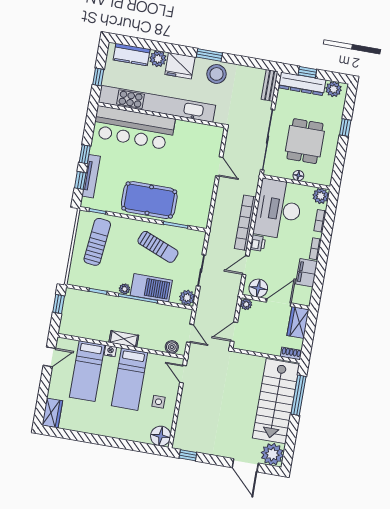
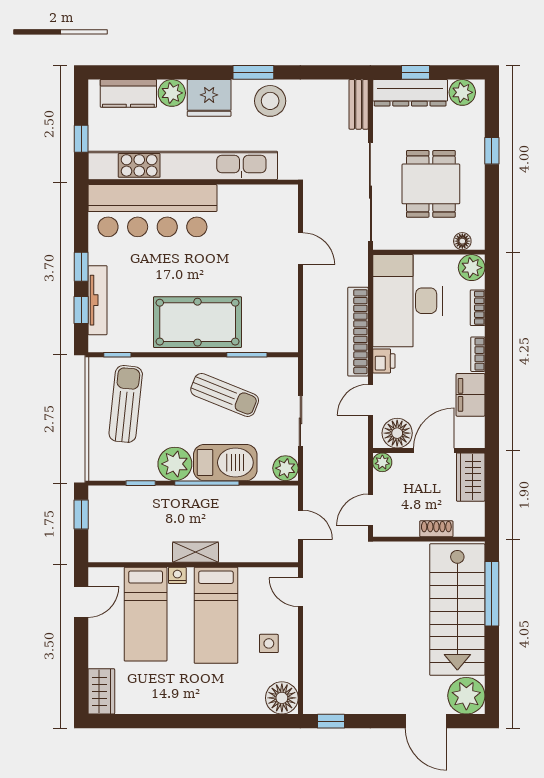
floor lamp: (298, 176) -> (462, 241), moved
plant: (125, 289) -> (175, 464), width x1.87, depth x1.87
boiler: (172, 347) -> (275, 552), removed
shoe rack: (291, 353) -> (436, 529), moved

